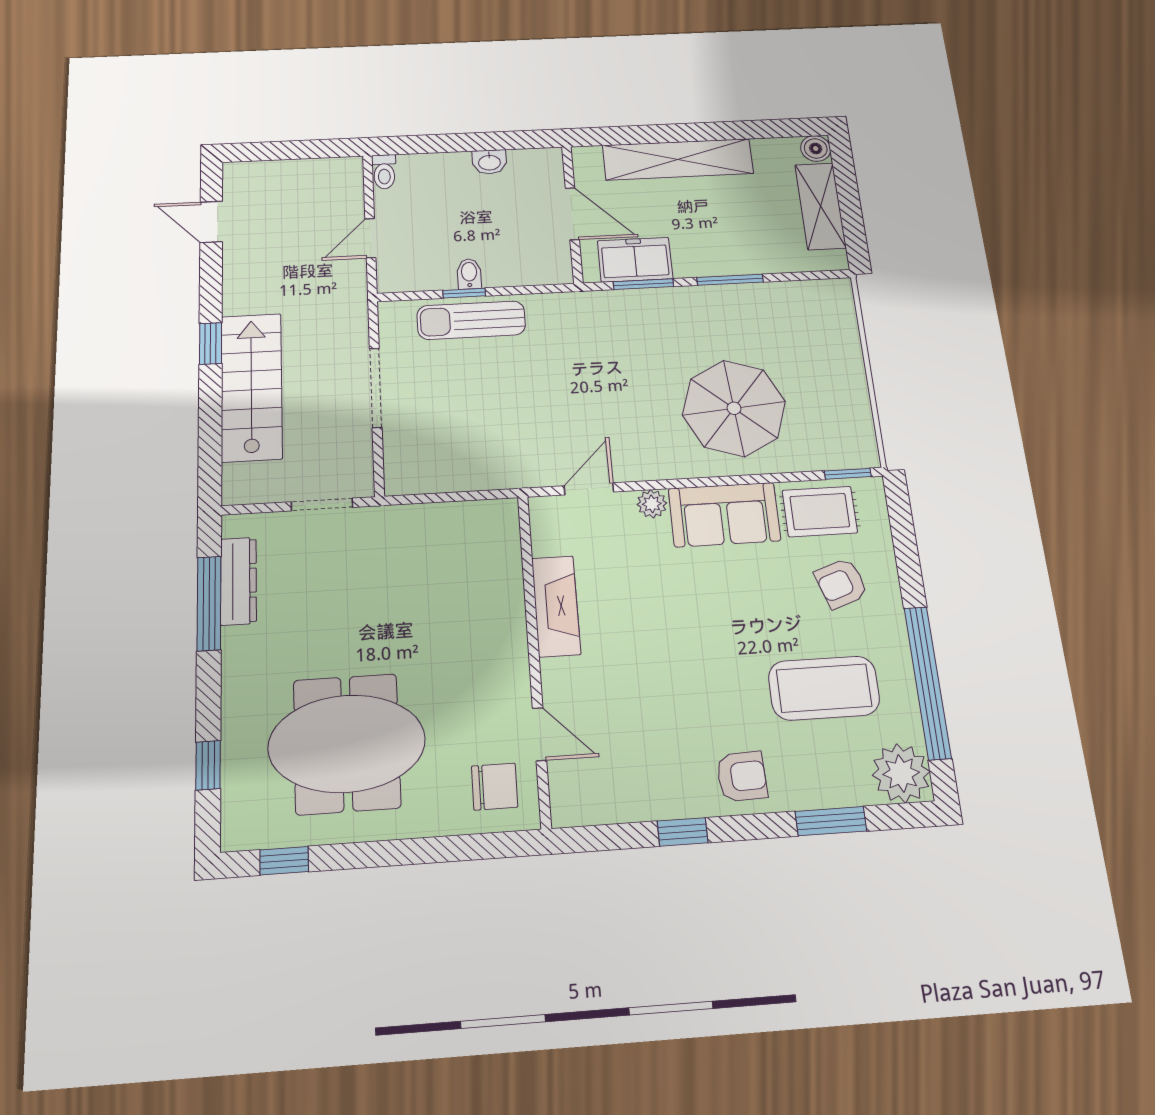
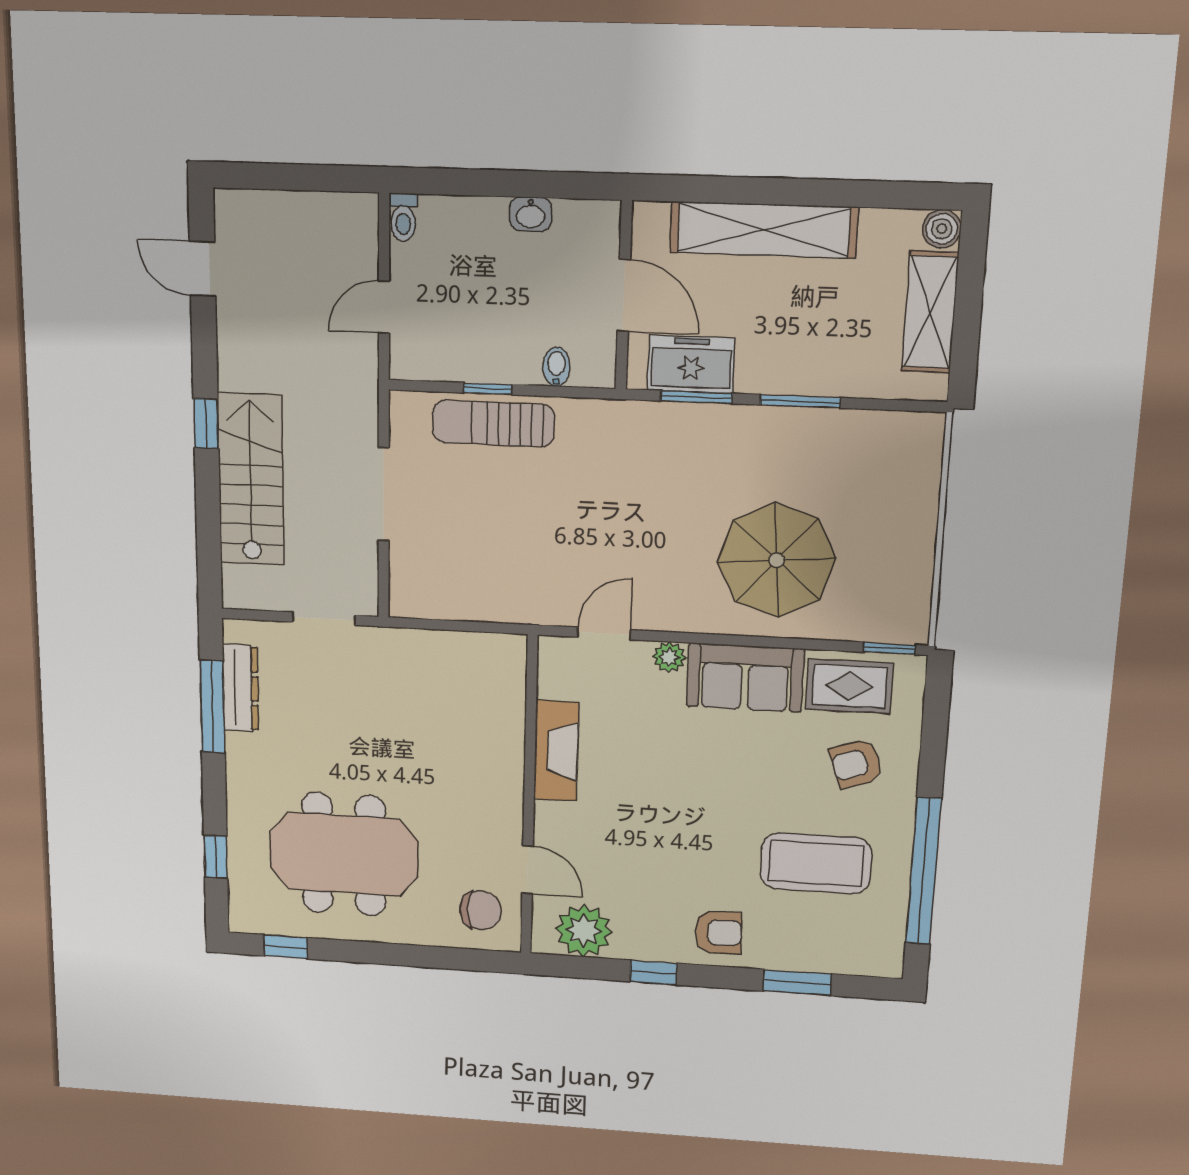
bidet: (469, 274) -> (556, 367), moved
plant: (901, 773) -> (584, 931), moved

